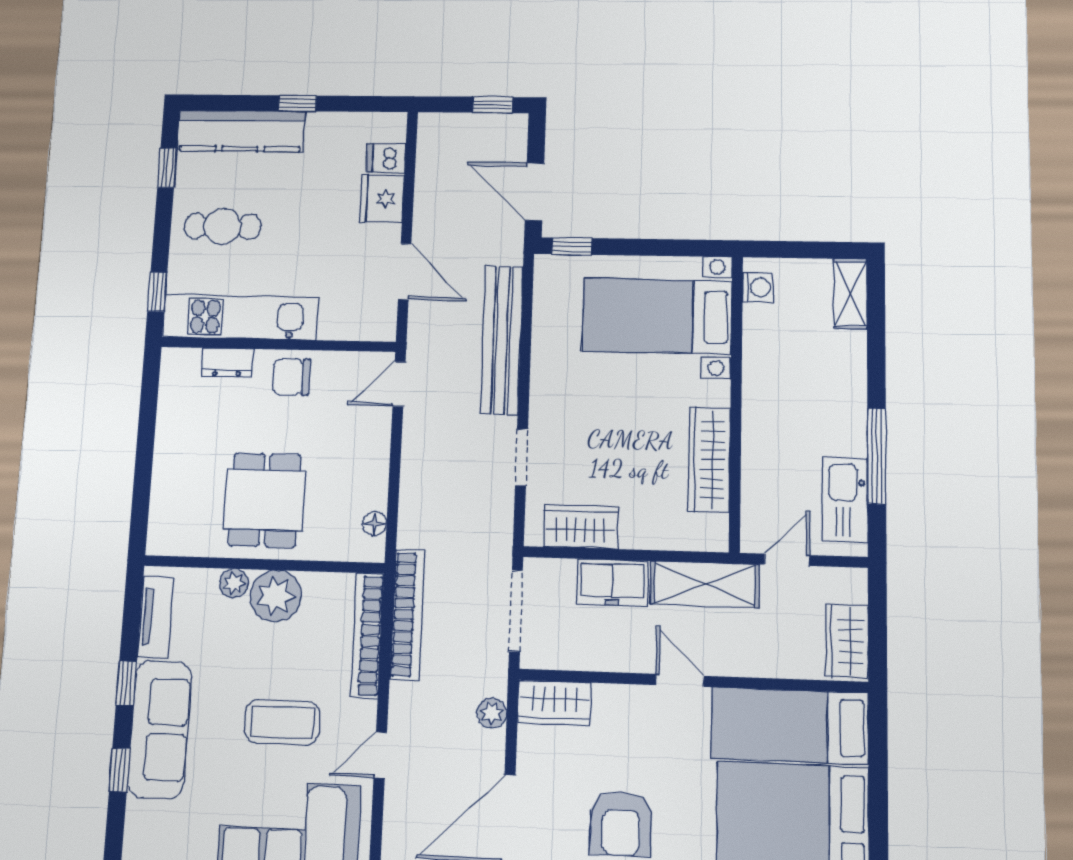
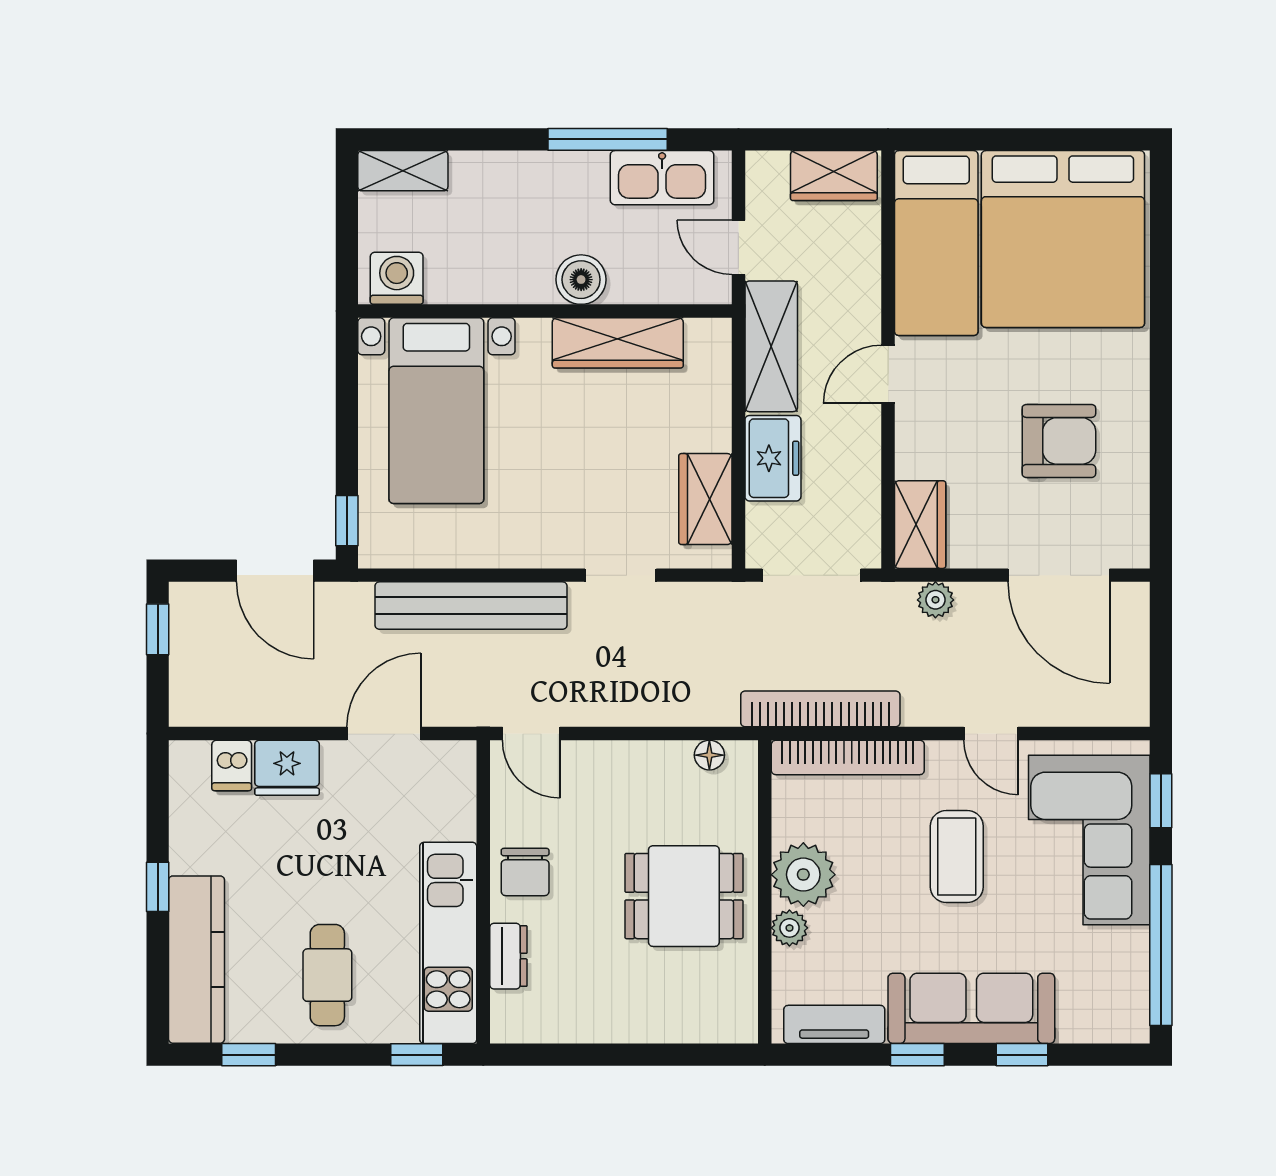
door: (534, 192) -> (275, 571), hinge flipped
washing machine: (758, 287) -> (397, 278), width x1.38, depth x1.38
boiler: (761, 432) -> (581, 280), added

